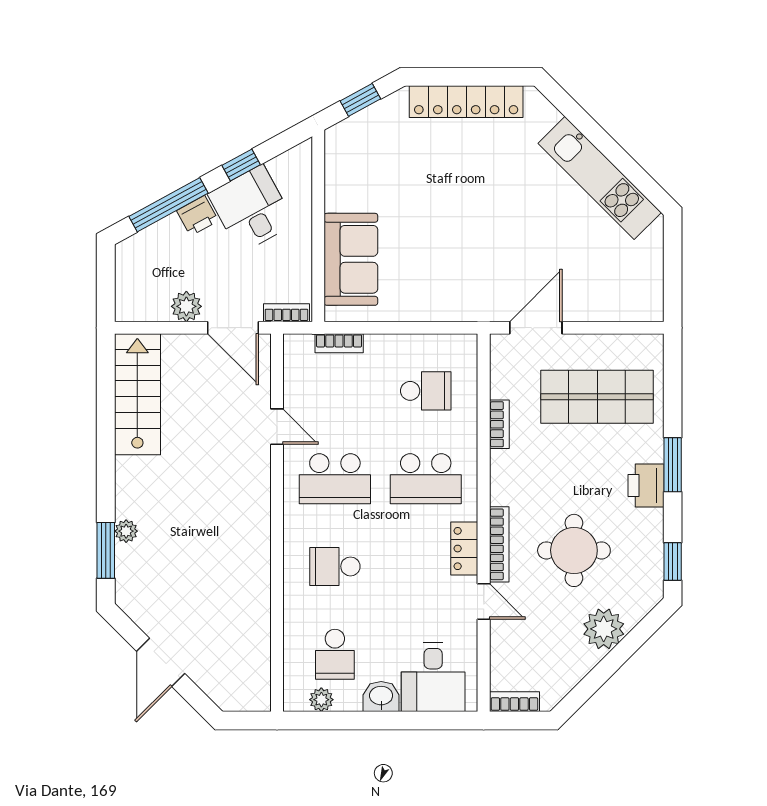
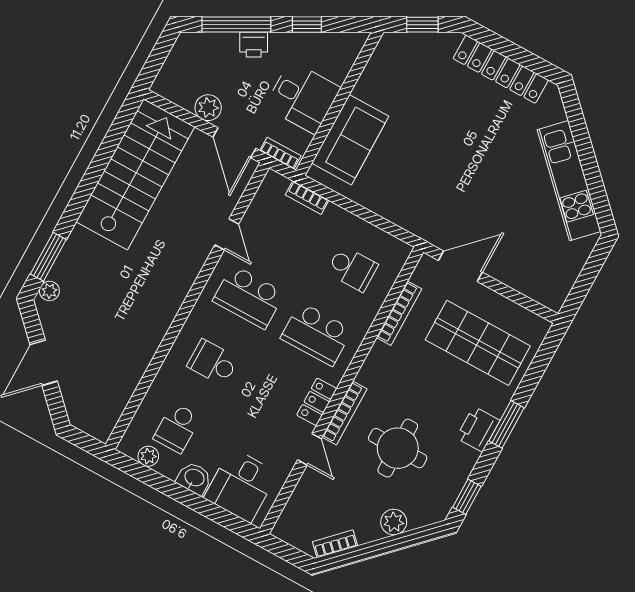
desk: (251, 209) -> (303, 97), moved, turned 119
stairs: (137, 394) -> (135, 174), width x1.36, depth x1.51
bookcase: (499, 424) -> (399, 313), width x1.56
plant: (126, 531) -> (49, 291), moved
plant: (604, 629) -> (394, 522), width x0.73, depth x0.73
bookcase: (514, 702) -> (335, 544), moved, turned -45

